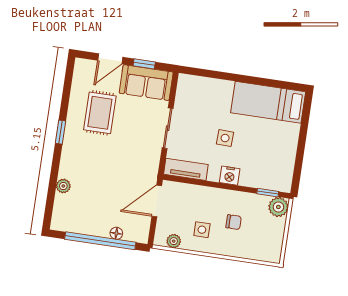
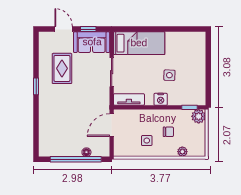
door: (110, 59) -> (64, 29), swing flipped
bed: (268, 102) -> (139, 43), moved, turned 180
side table: (225, 138) -> (169, 75), moved
plant: (63, 186) -> (44, 124), removed
plant: (174, 241) -> (182, 152), moved

